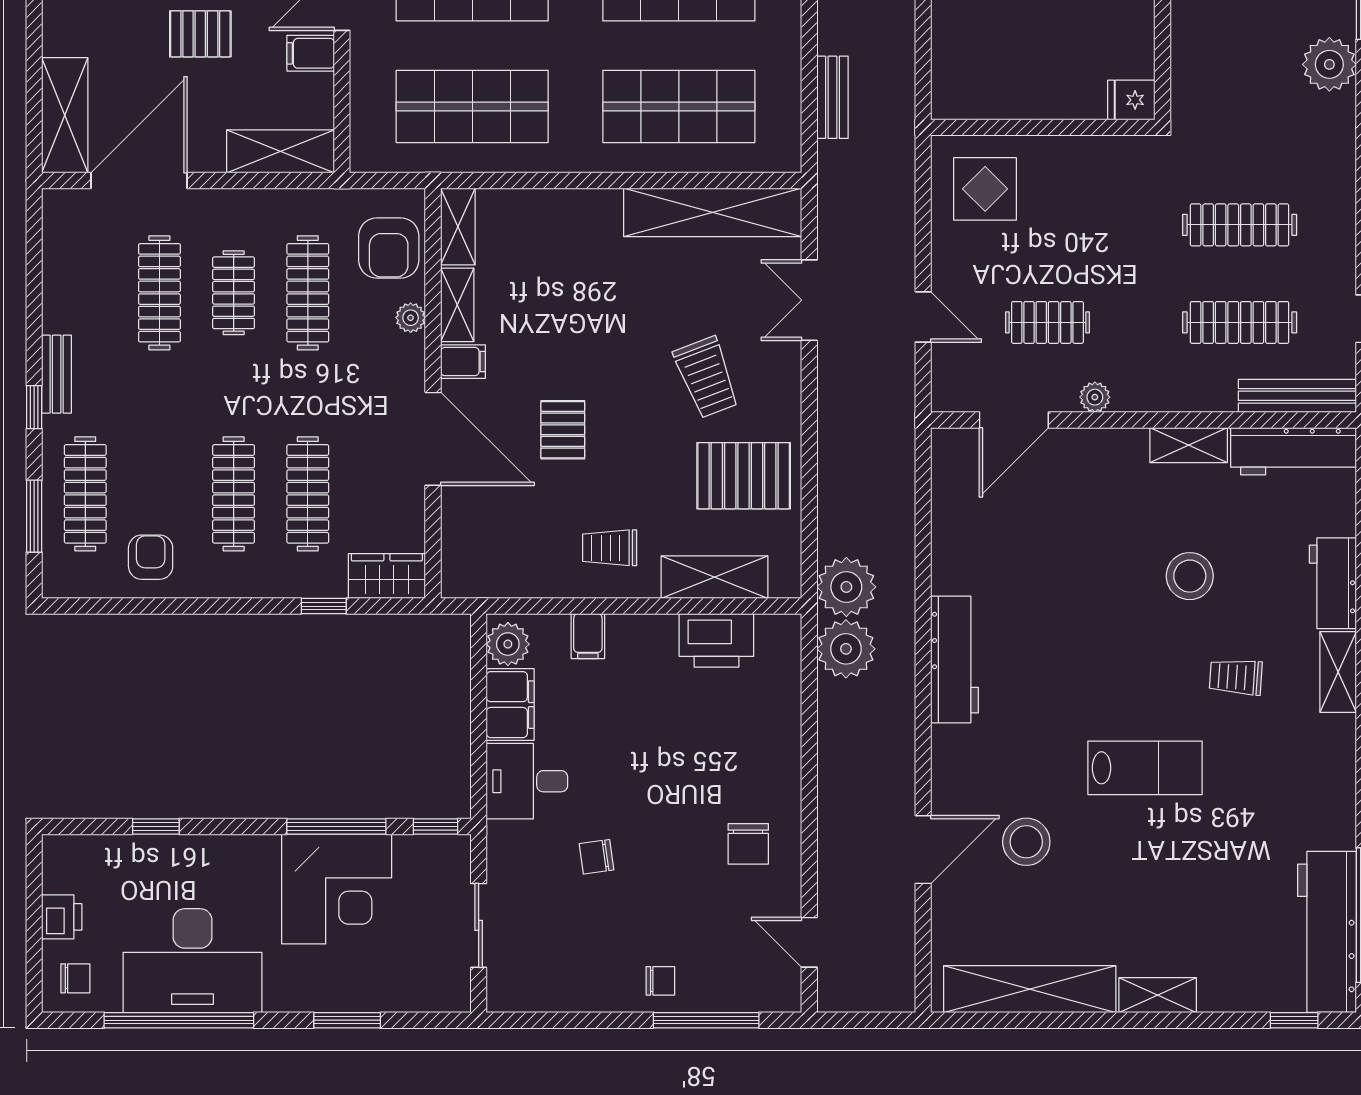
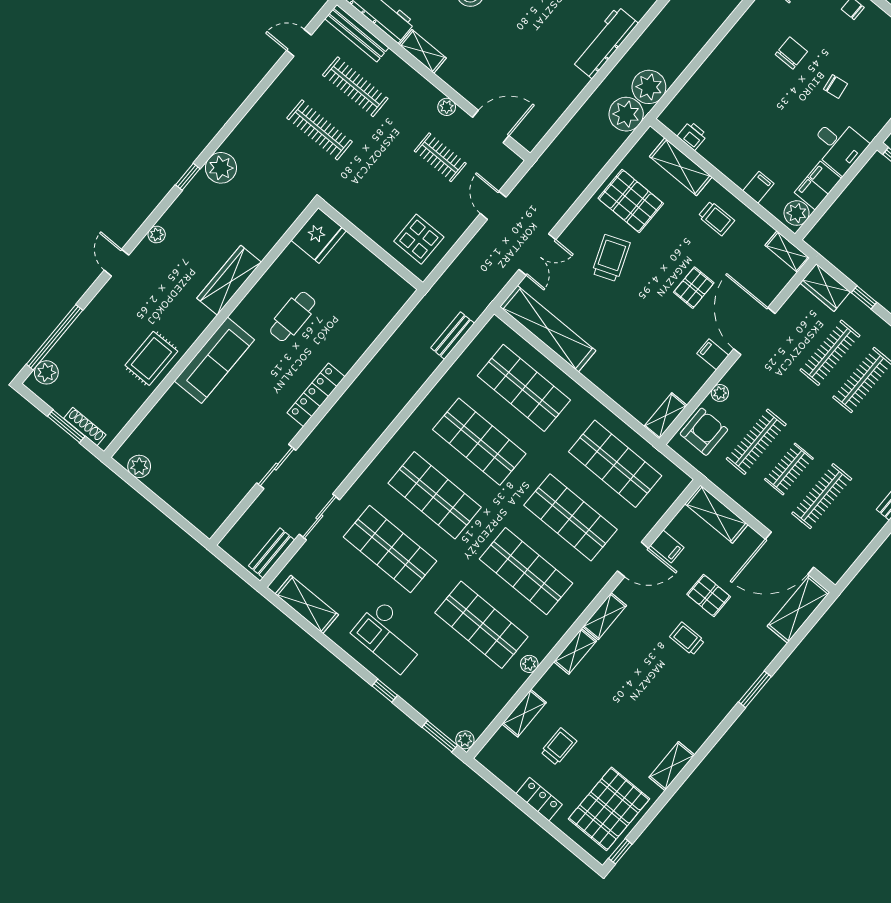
fridge: (1131, 100) -> (319, 235), width x1.88, depth x1.34
shelving: (457, 305) -> (787, 252), moved, turned 90
printer: (716, 640) -> (692, 136), width x0.53, depth x0.68
chair: (748, 844) -> (791, 53), moved

